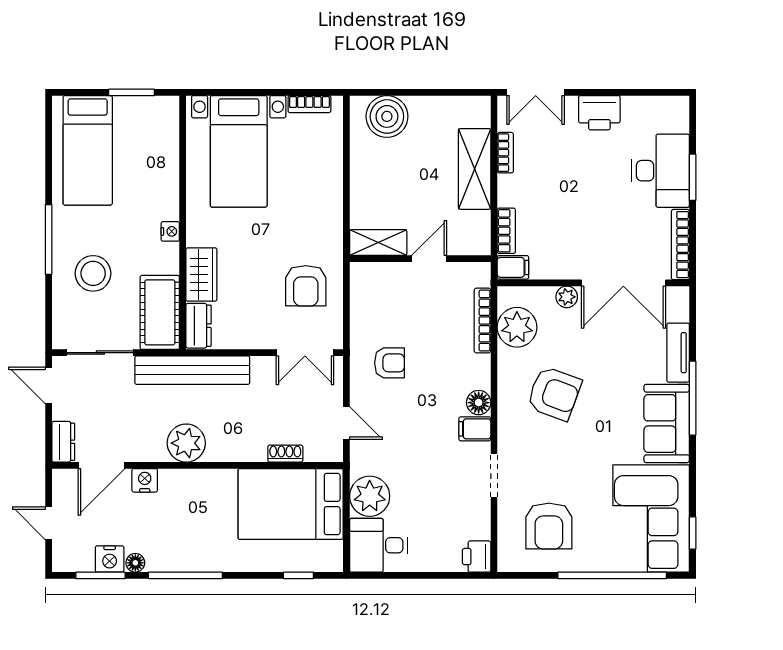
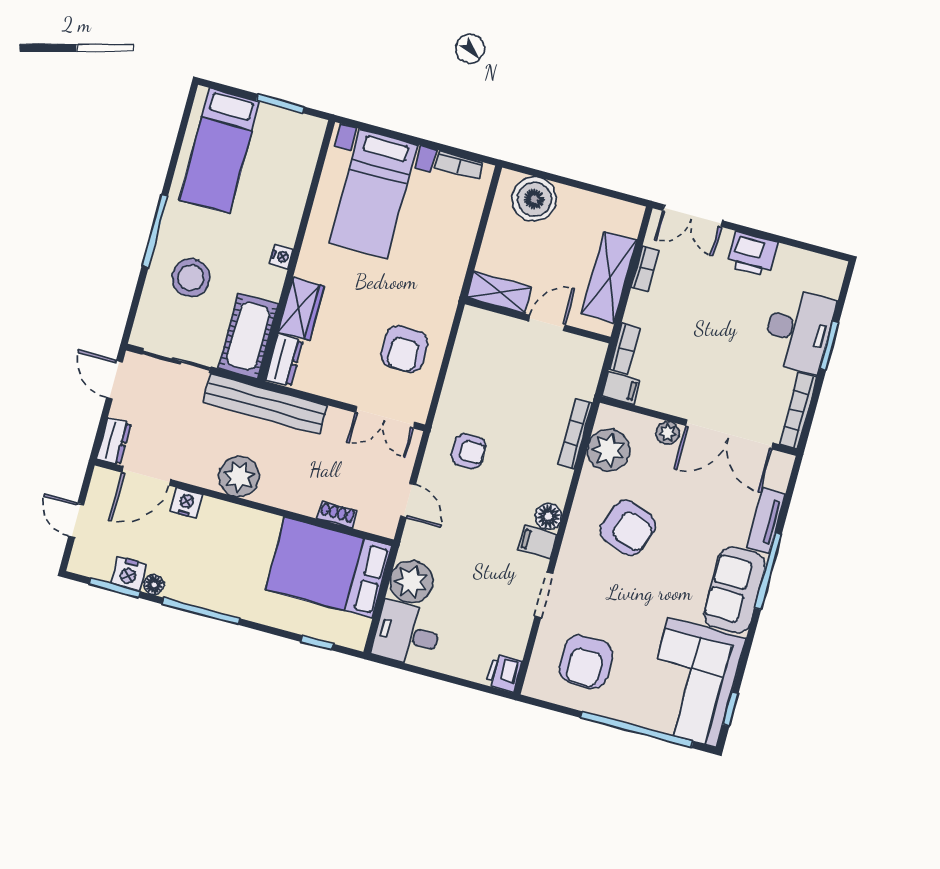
shelving: (378, 243) -> (499, 292), moved
wall: (420, 259) -> (538, 321), moved
door: (429, 259) -> (547, 323), moved

